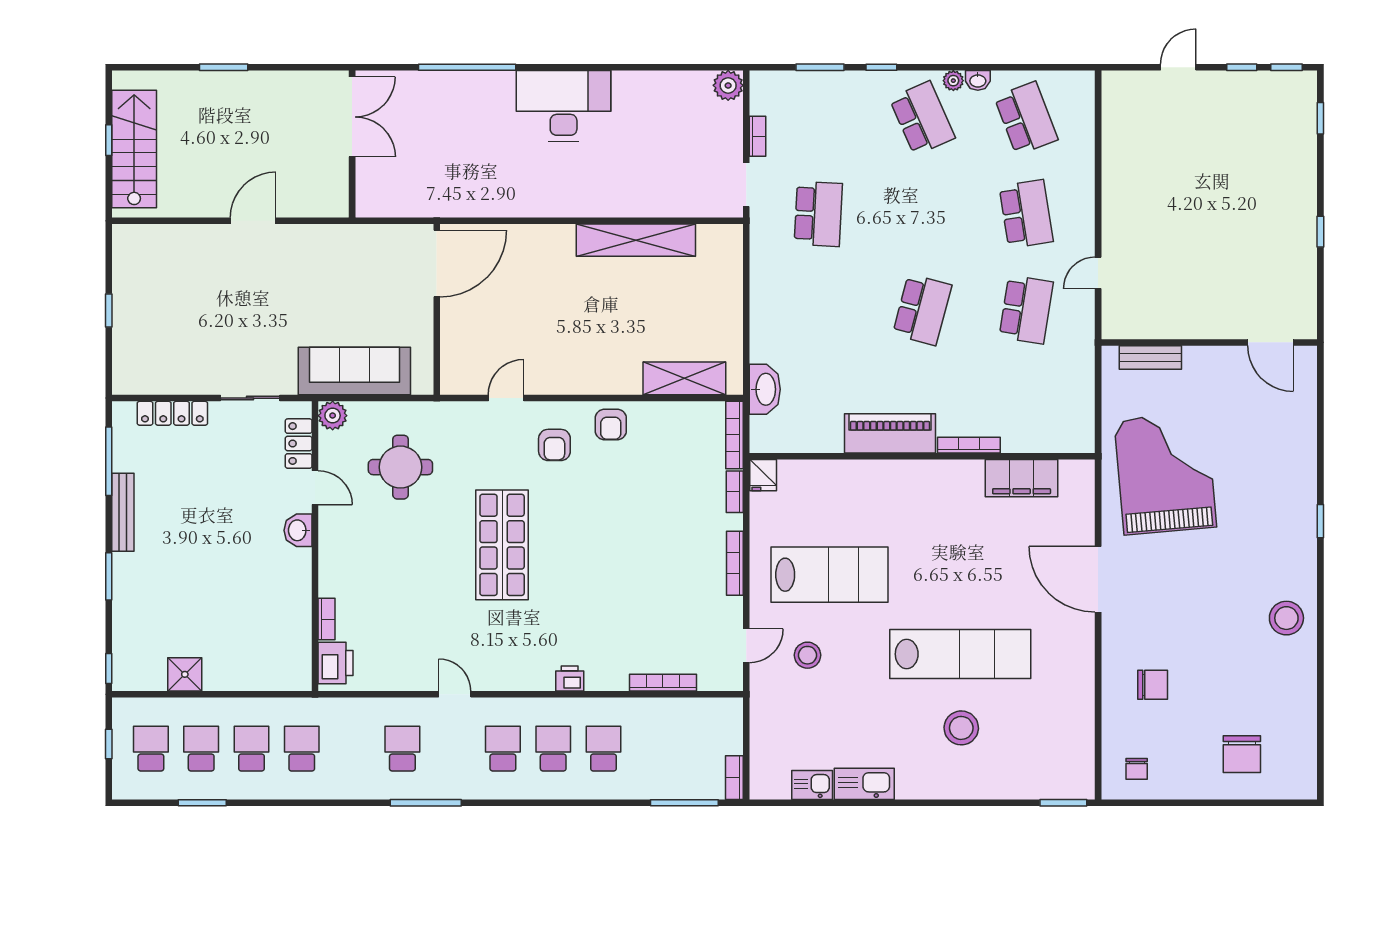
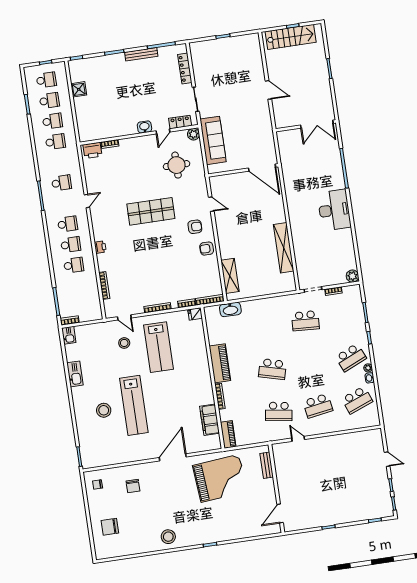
piano: (1063, 439) -> (228, 434), added
armchair: (554, 445) -> (195, 227), turned 180
kitchen sink: (812, 785) -> (69, 335), moved

